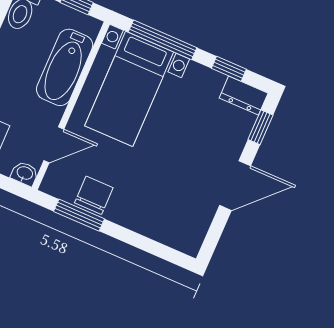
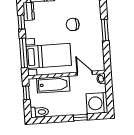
chair: (94, 195) -> (73, 24), moved
window: (79, 215) -> (105, 30), moved

